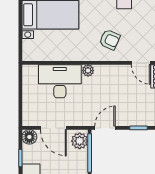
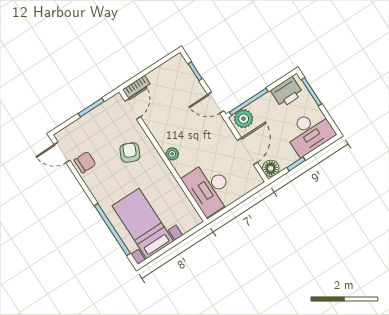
desk: (60, 81) -> (209, 188), moved

